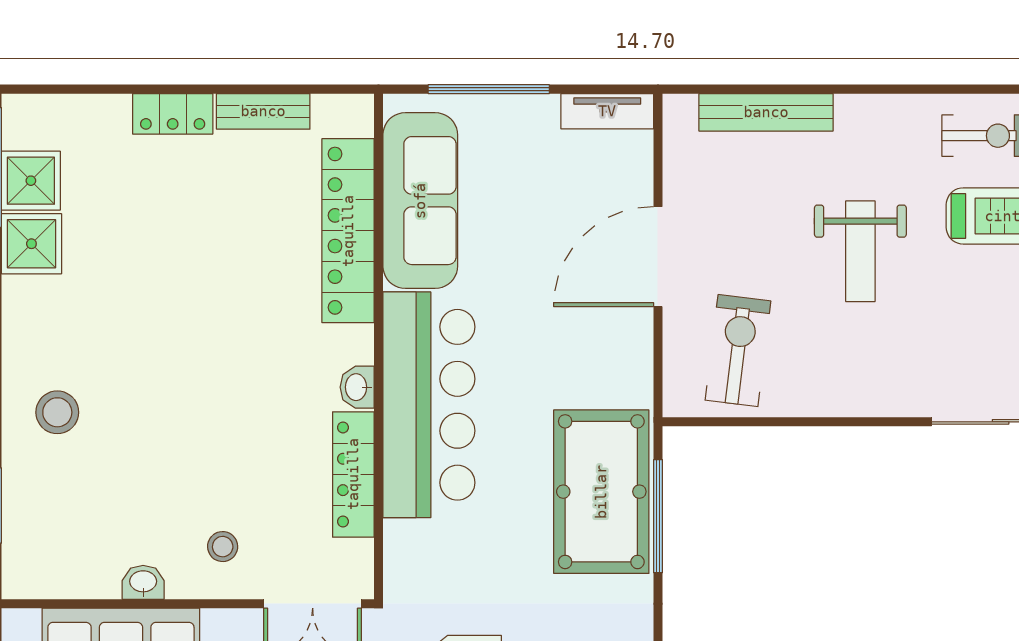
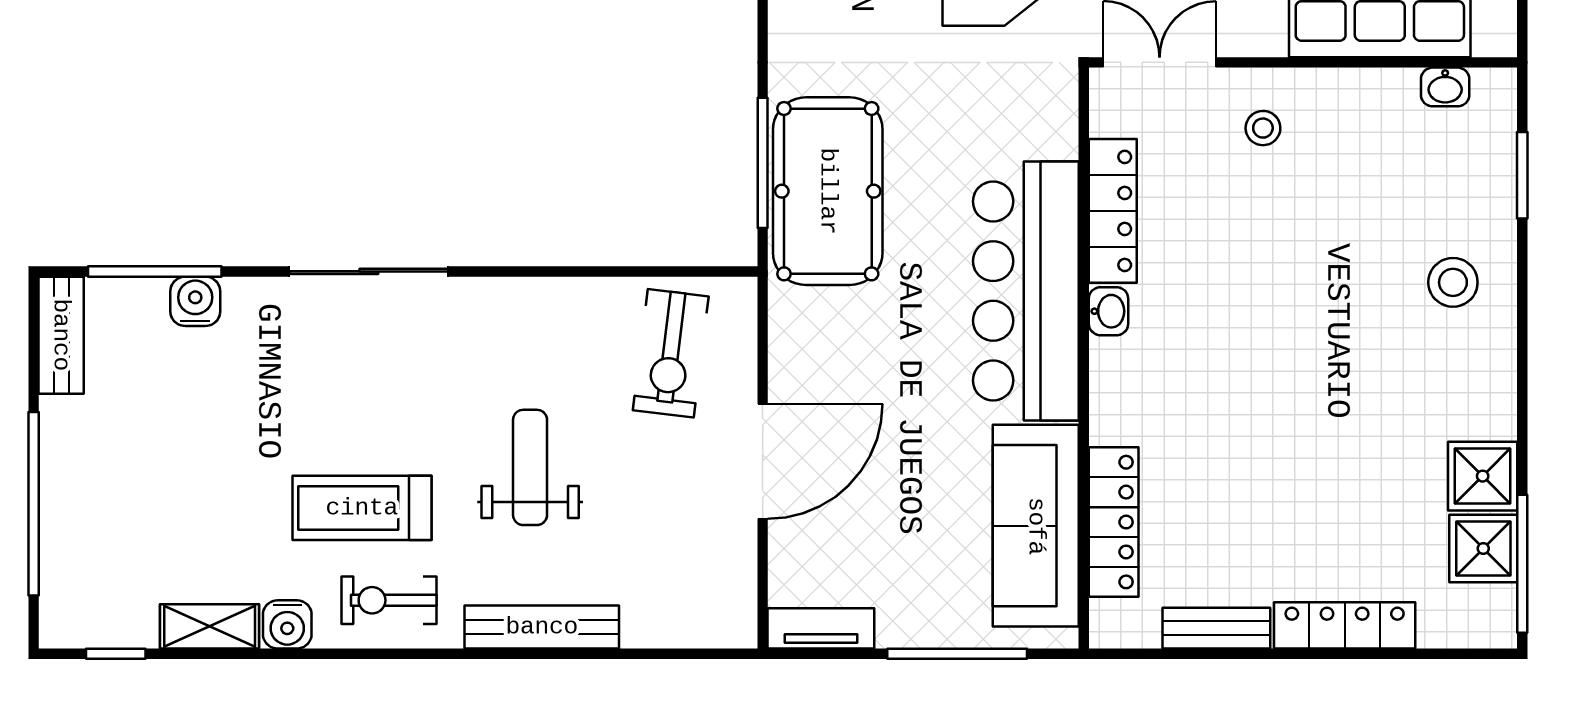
bench: (766, 112) -> (542, 627), moved
locker: (173, 114) -> (1345, 625), width x1.53
locker: (348, 231) -> (1114, 522), width x0.71, depth x0.83
washbasin: (143, 582) -> (1445, 87), moved

